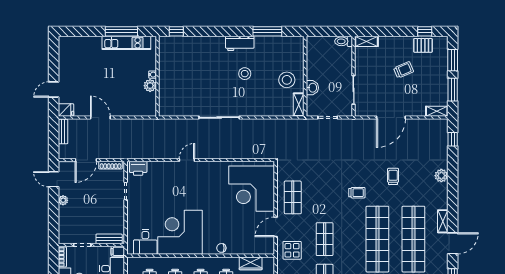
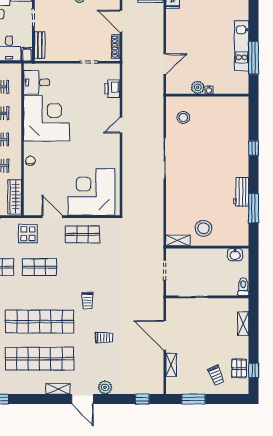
window: (176, 31) -> (254, 148), moved
shelving: (366, 41) -> (243, 324), moved
kitchen unit: (126, 43) -> (242, 46), moved
workbench: (240, 43) -> (241, 192), moved
window: (453, 60) -> (224, 399), removed
trolley: (404, 70) -> (216, 375), moved
stool: (245, 74) -> (183, 117), moved
washbasin: (312, 88) -> (235, 255), moved
shelving: (437, 111) -> (171, 365), moved
door: (100, 117) -> (165, 64), moved
door: (187, 160) -> (121, 125), swing flipped
printer: (138, 168) -> (112, 89), moved
door: (453, 243) -> (82, 399), moved
wardrobe: (251, 263) -> (15, 197), width x1.50

